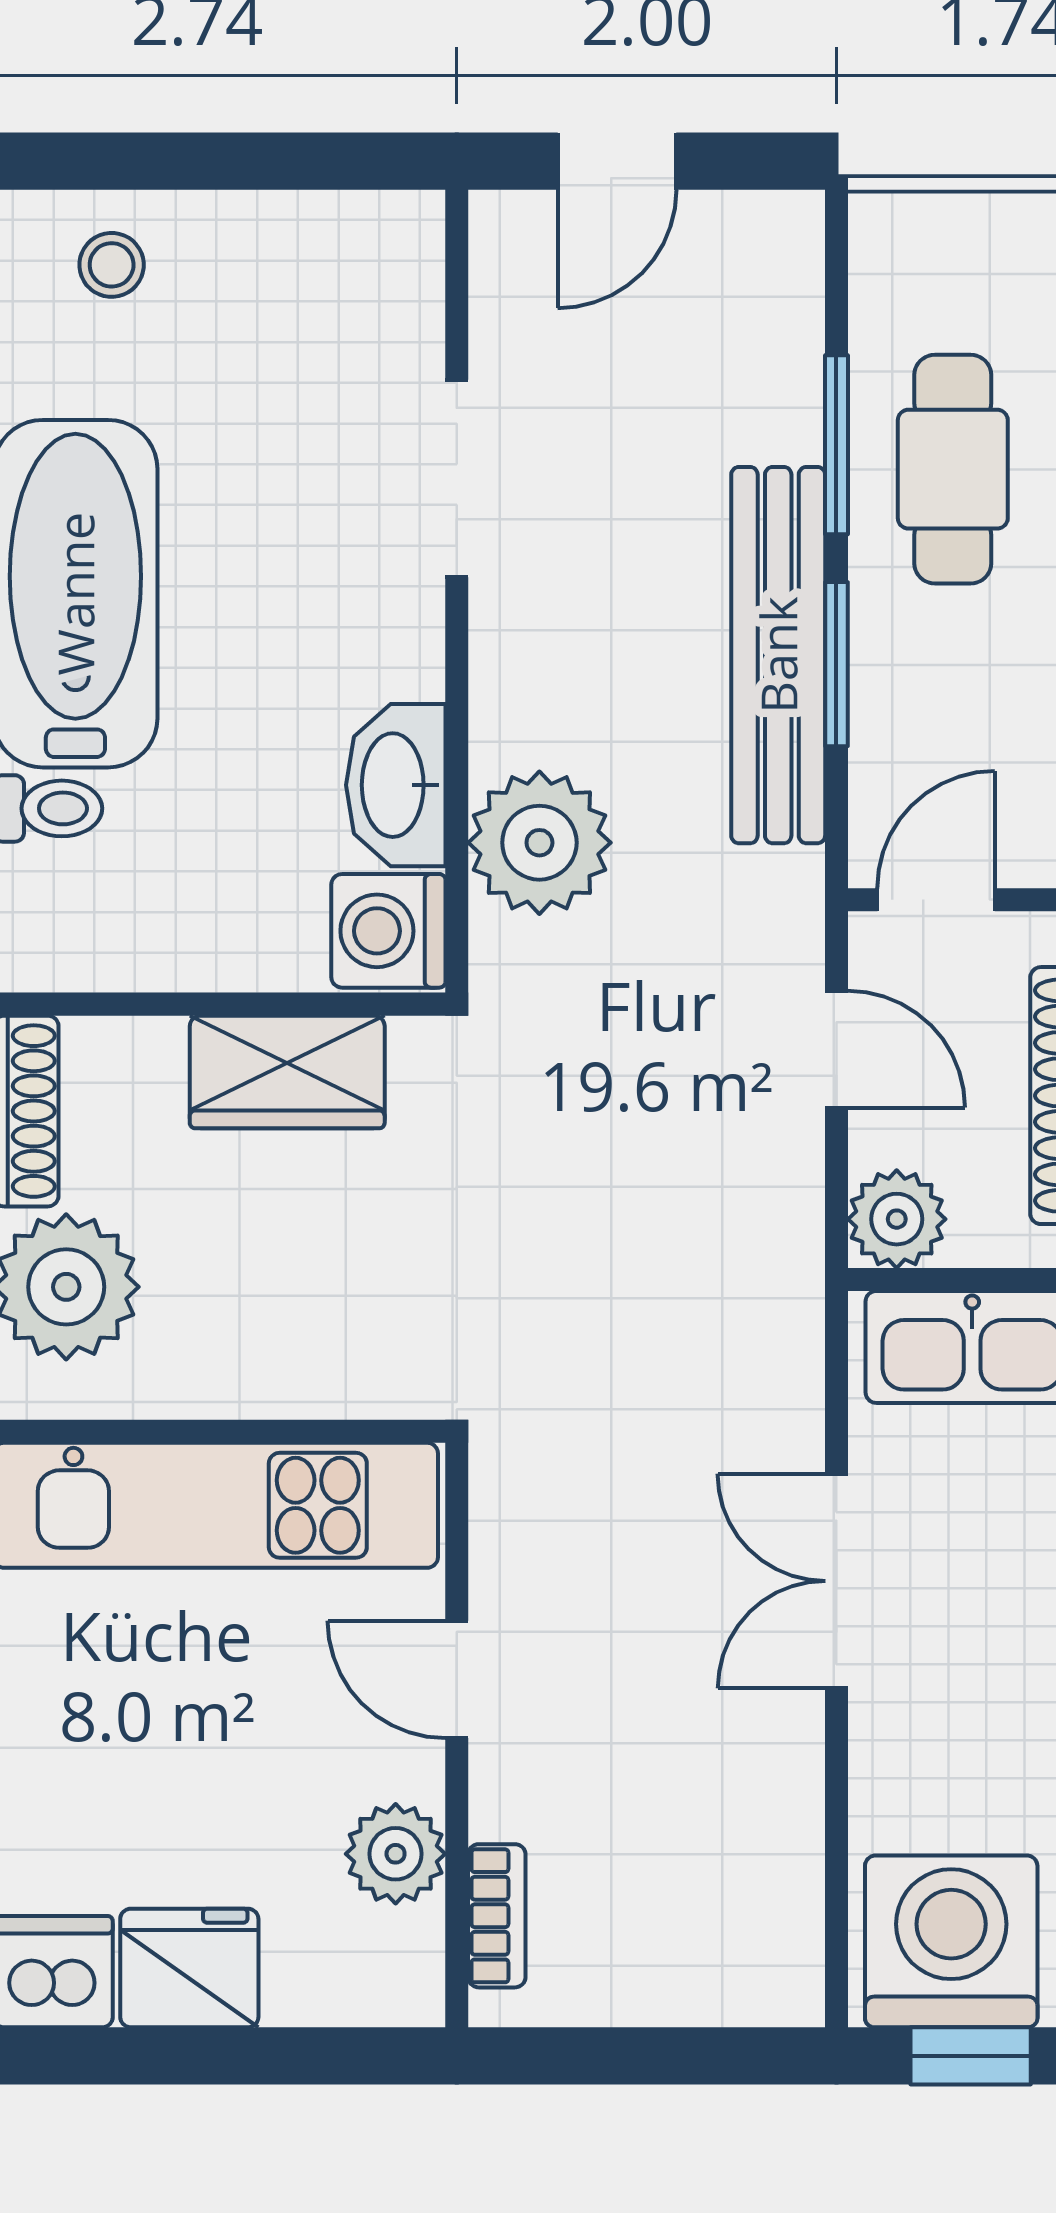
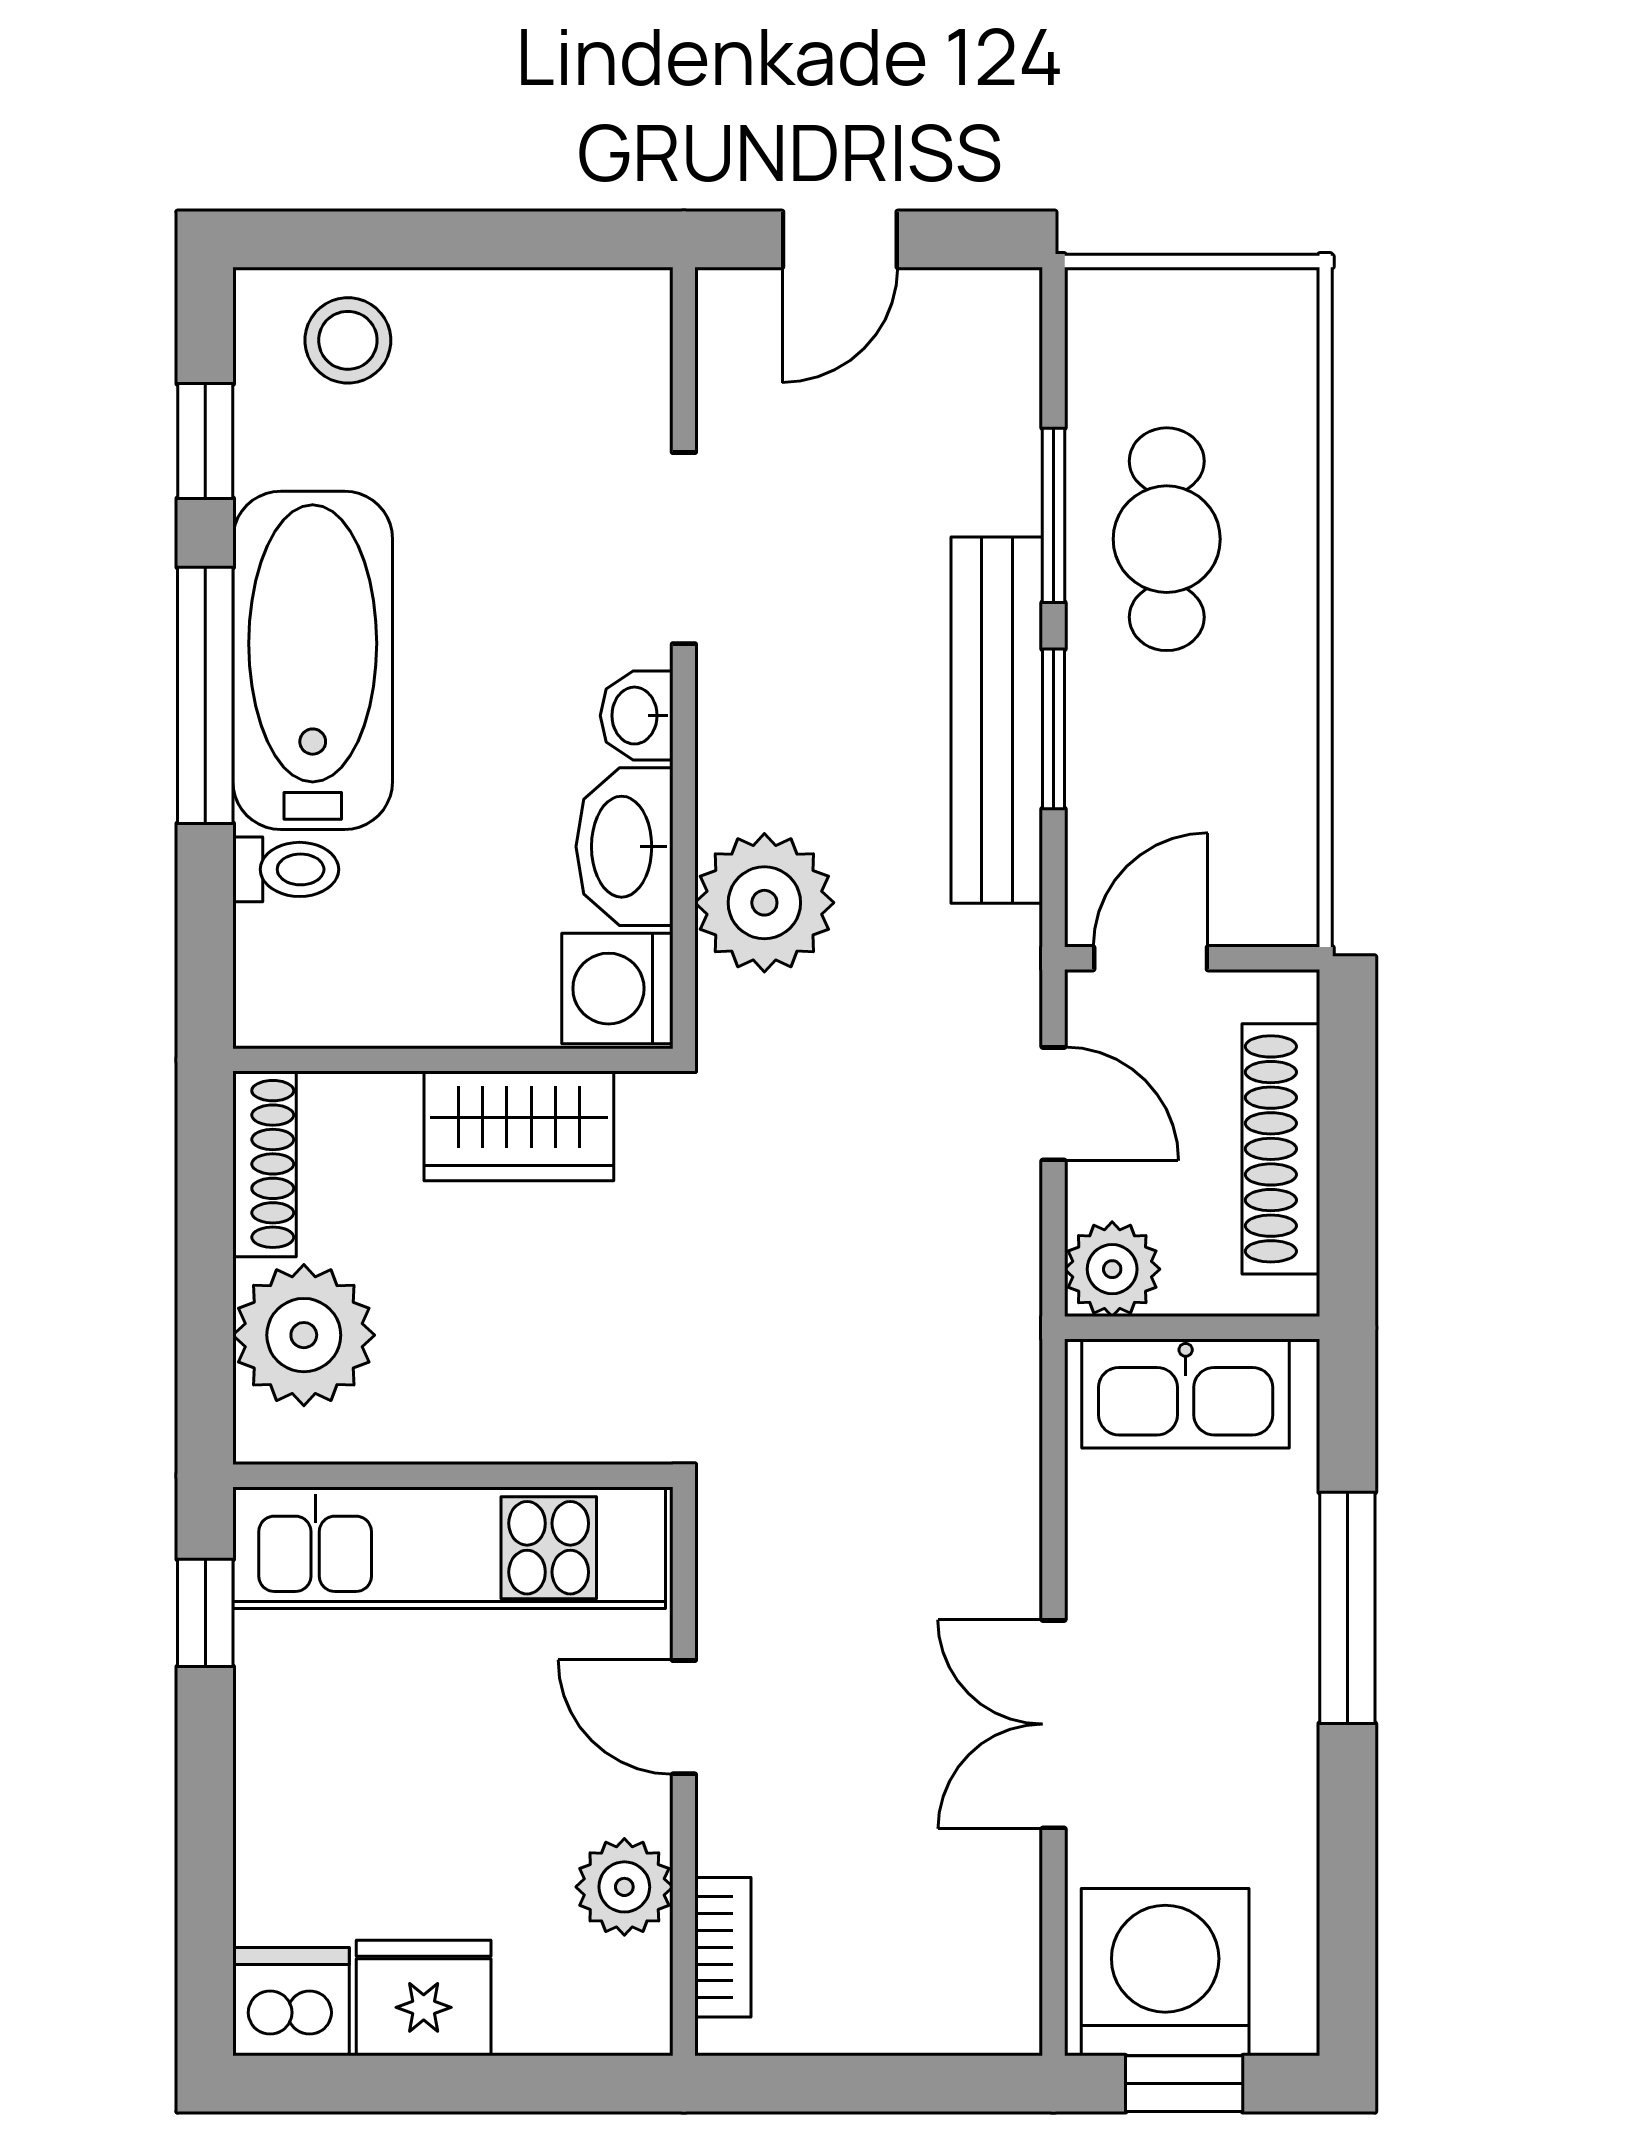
stool: (112, 265) -> (348, 340), width x1.37, depth x1.37
washbasin: (408, 650) -> (637, 716), added
double door: (836, 1581) -> (1053, 1724), moved

